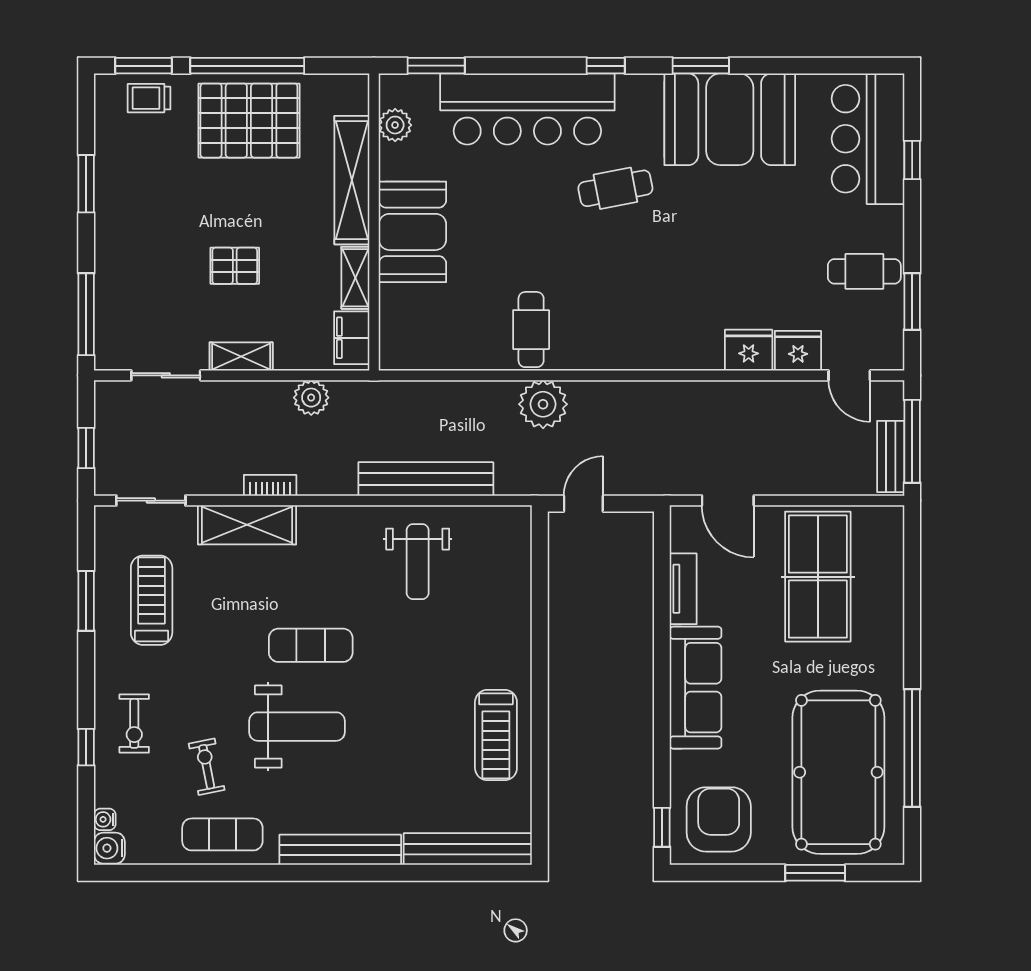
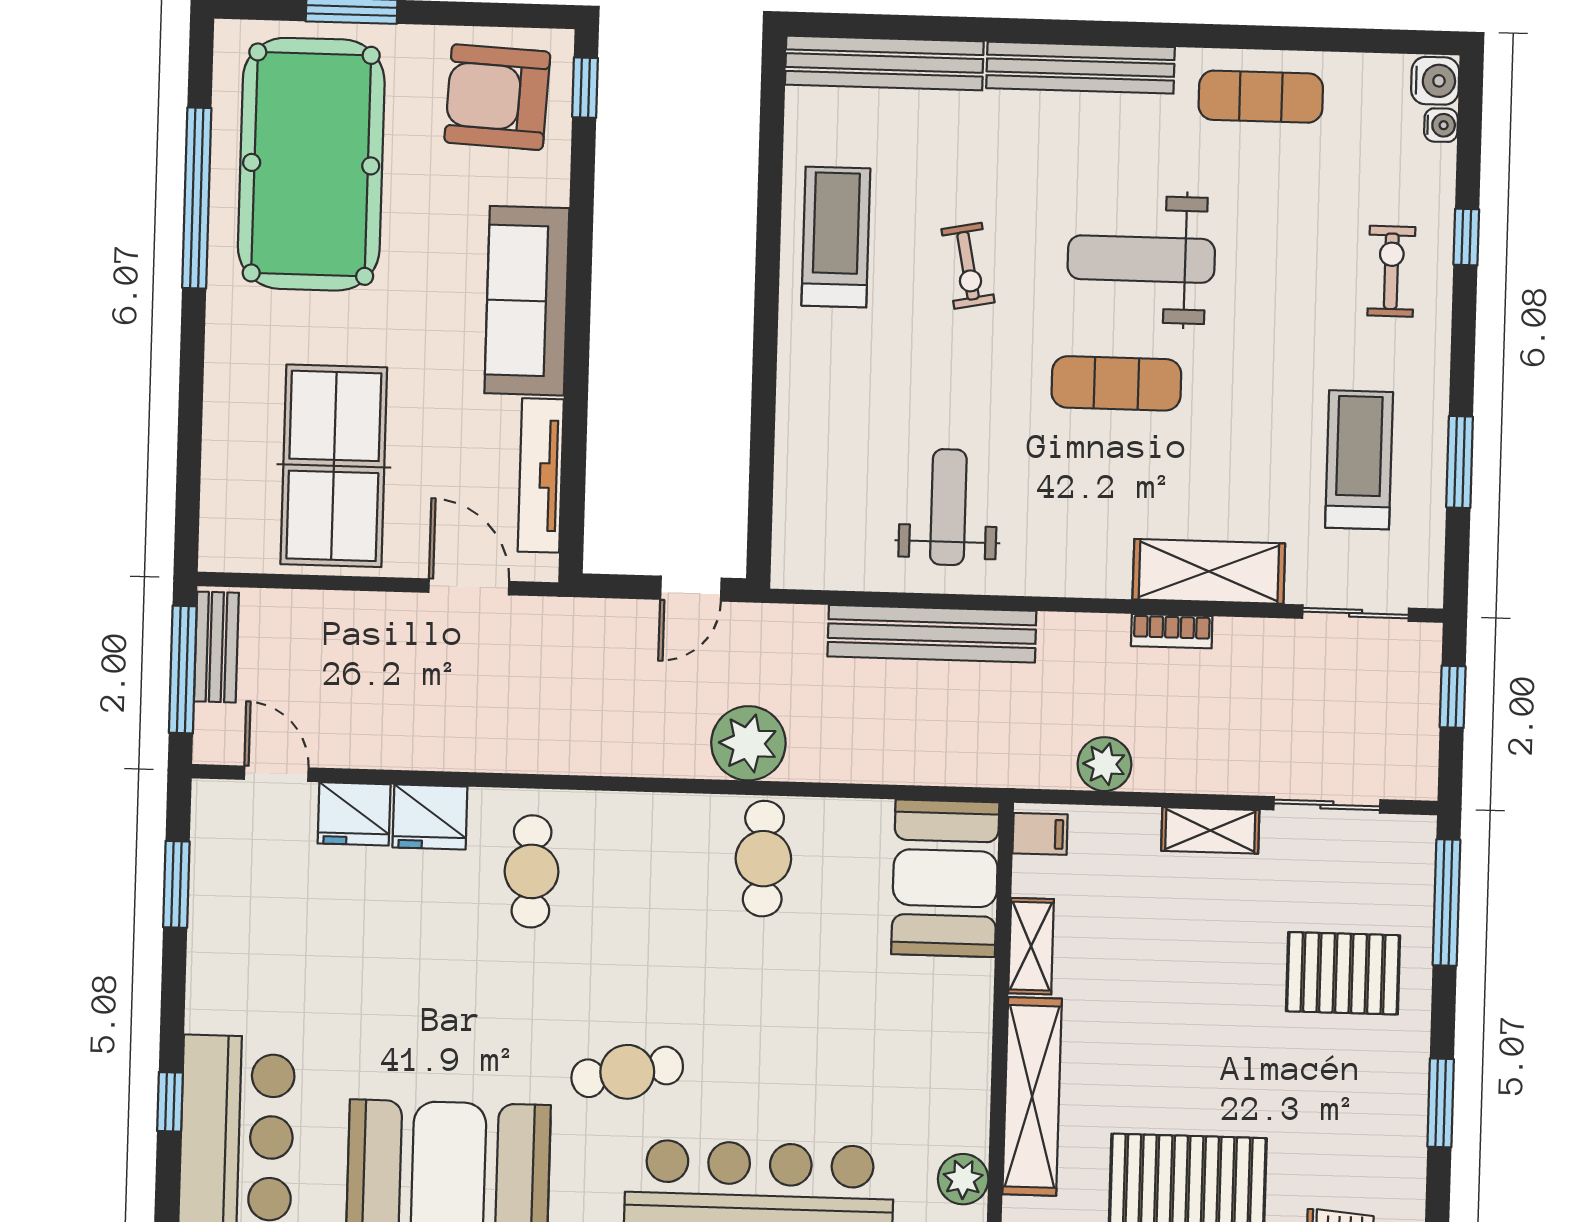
booth: (412, 232) -> (945, 878), moved
pallet: (235, 266) -> (1343, 973), moved, width x1.50, depth x1.42
cafe table: (864, 271) -> (532, 871), moved, turned 90
filing cabinet: (352, 338) -> (1040, 834), width x0.50
tv unit: (683, 589) -> (541, 475), width x1.41
treadmill: (152, 600) -> (1359, 460), turned 180
exercise bike: (207, 767) -> (968, 266), moved
armchair: (719, 819) -> (497, 97), turned 93

